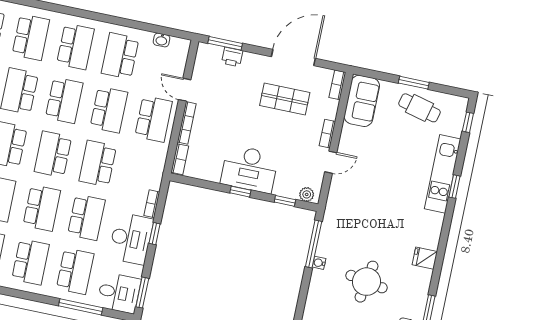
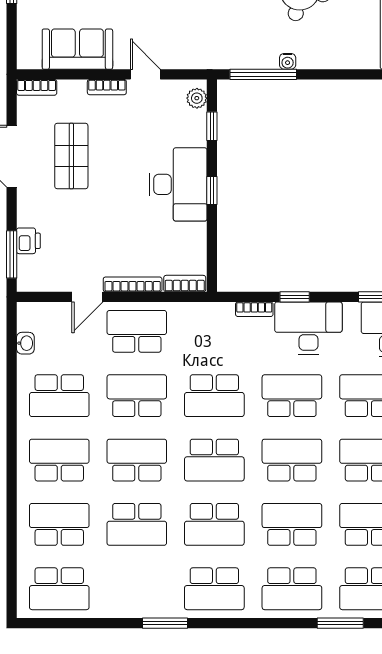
sofa: (362, 101) -> (77, 49), moved

